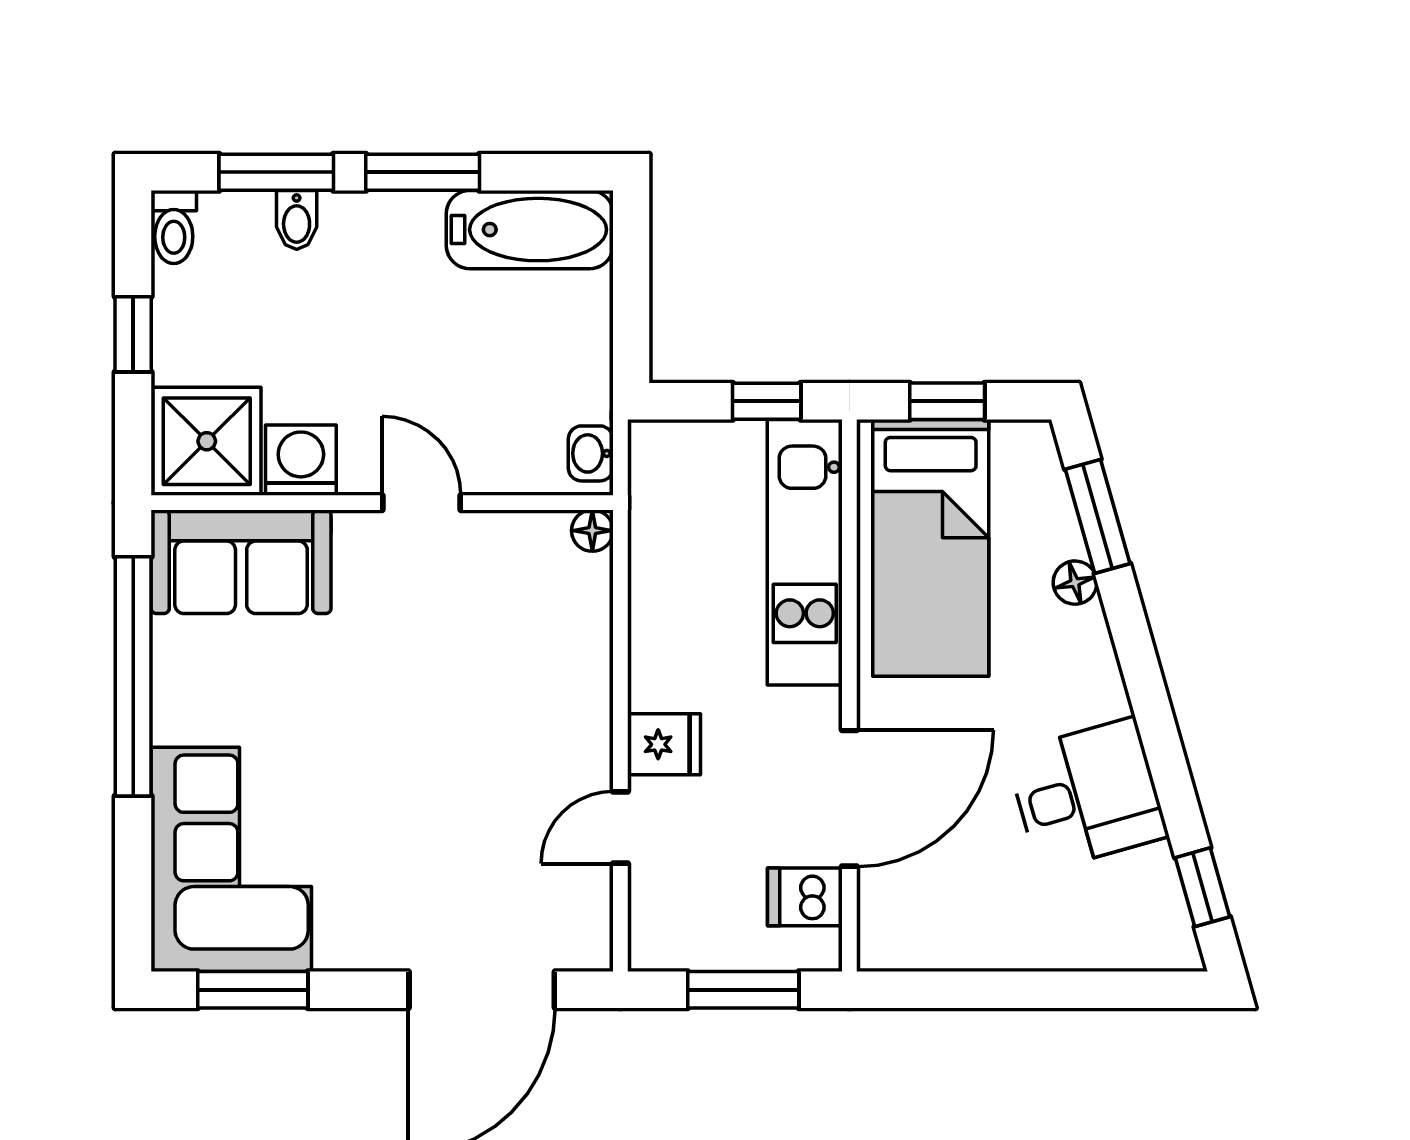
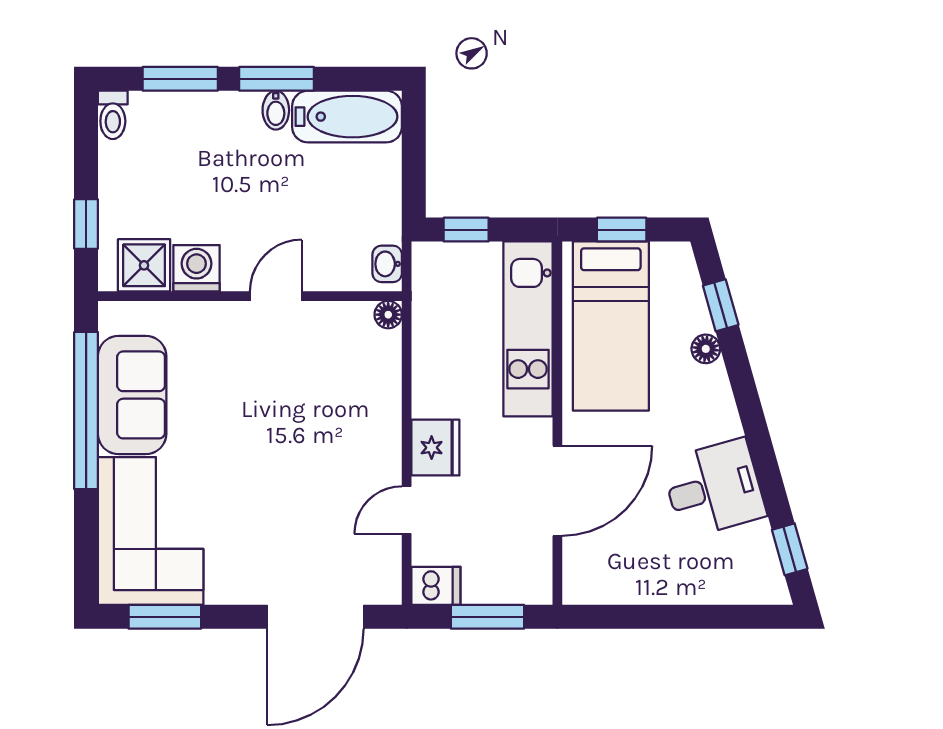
bidet: (297, 220) -> (276, 110), moved
window: (133, 334) -> (86, 224), moved
window: (767, 401) -> (466, 230), moved
shower: (207, 441) -> (144, 265), width x0.73, depth x0.73
door: (422, 503) -> (276, 296), hinge flipped
window: (1098, 516) -> (721, 305), width x0.67
sofa: (241, 562) -> (132, 395), moved, turned -90
fridge: (664, 744) -> (435, 448), width x1.38
dishwasher: (805, 897) -> (436, 586), moved, turned 180

